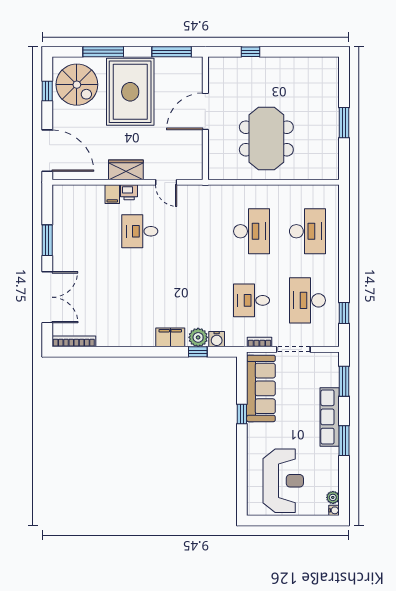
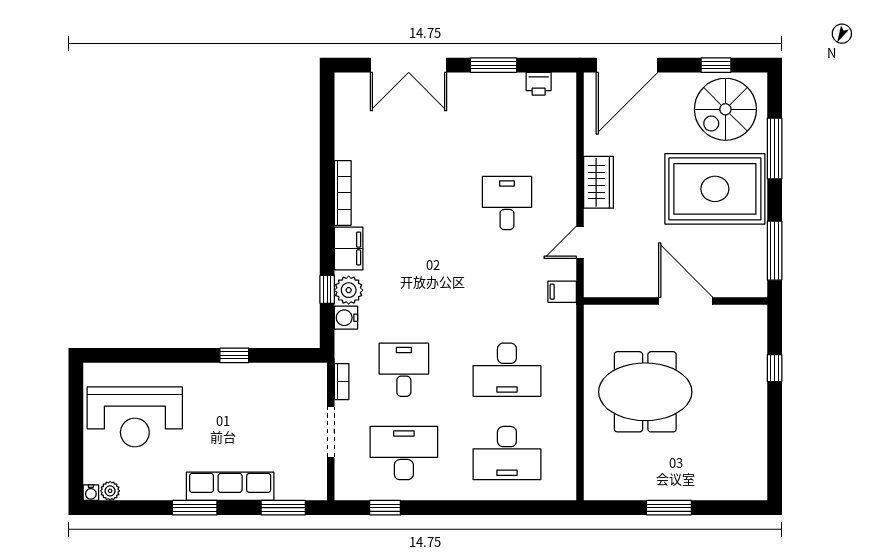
printer: (129, 192) -> (539, 84), moved, turned -90
filing cabinet: (112, 194) -> (562, 292), moved
bookcase: (74, 341) -> (343, 193), moved
sofa: (261, 388) -> (273, 384), removed

